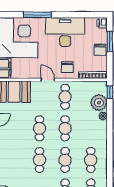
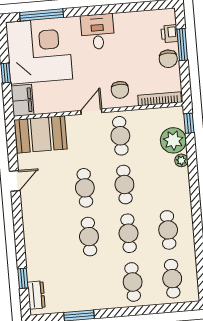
window: (38, 15) -> (42, 15), moved
printer: (102, 23) -> (169, 34), moved
desk: (65, 32) -> (98, 32), width x0.53, depth x0.77
door: (48, 80) -> (91, 112), hinge flipped

